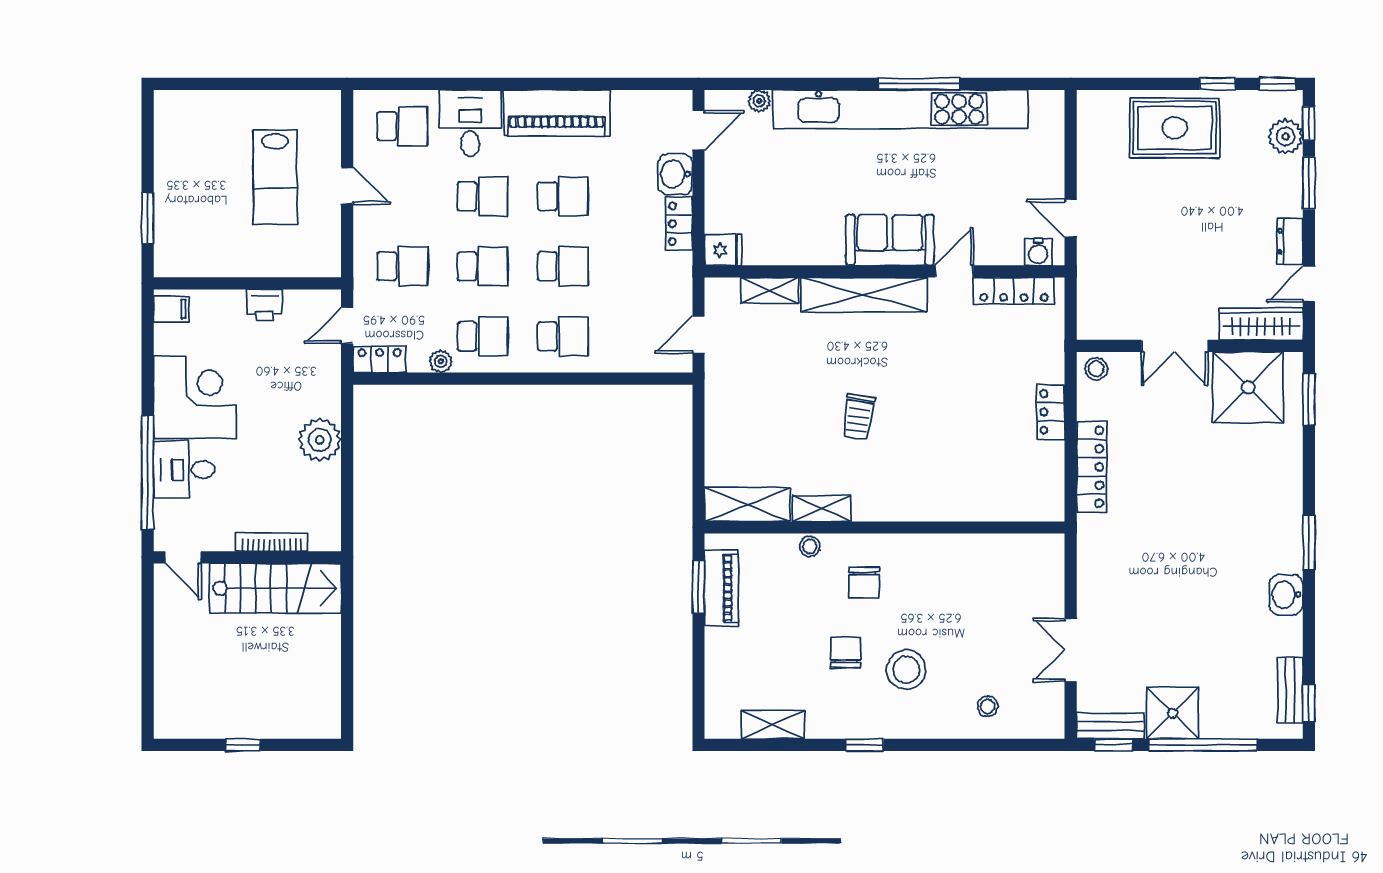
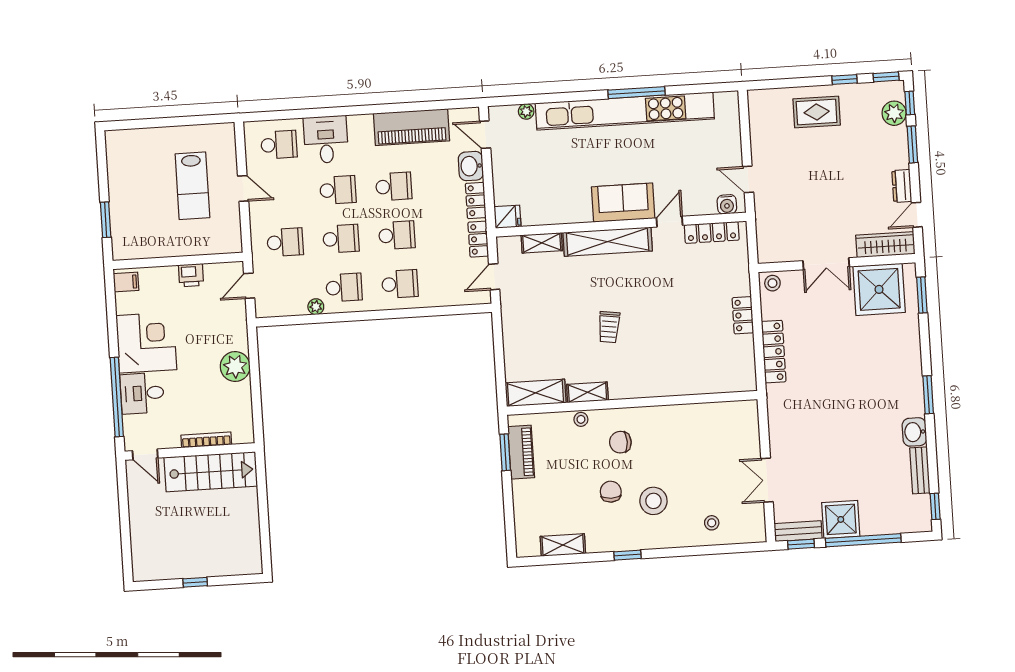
piano: (557, 113) -> (411, 127), moved
rug: (1175, 128) -> (817, 112), width x0.73, depth x0.70
door: (698, 130) -> (485, 135), swing flipped
locker: (379, 359) -> (478, 239), moved, turned -90
chair: (864, 583) -> (620, 442), turned 90
bench: (1290, 690) -> (920, 470), moved

